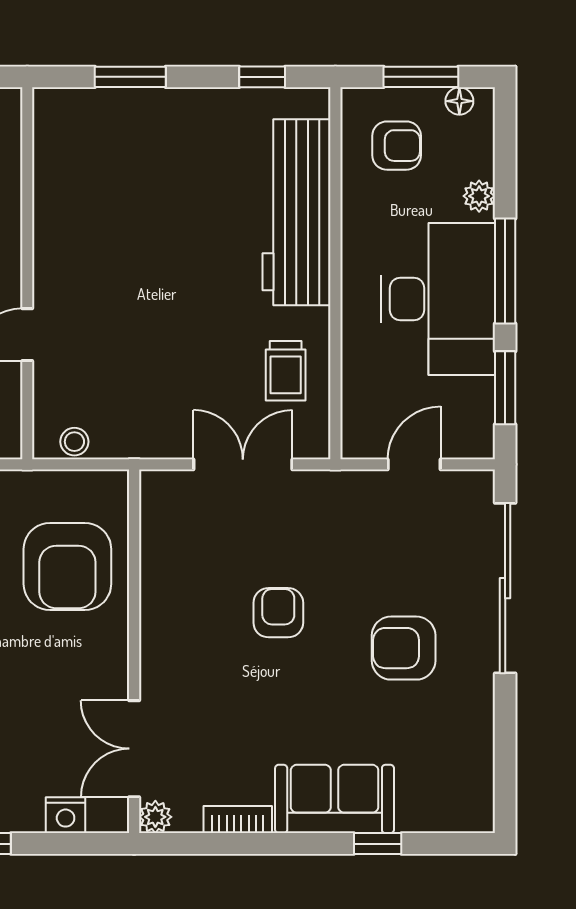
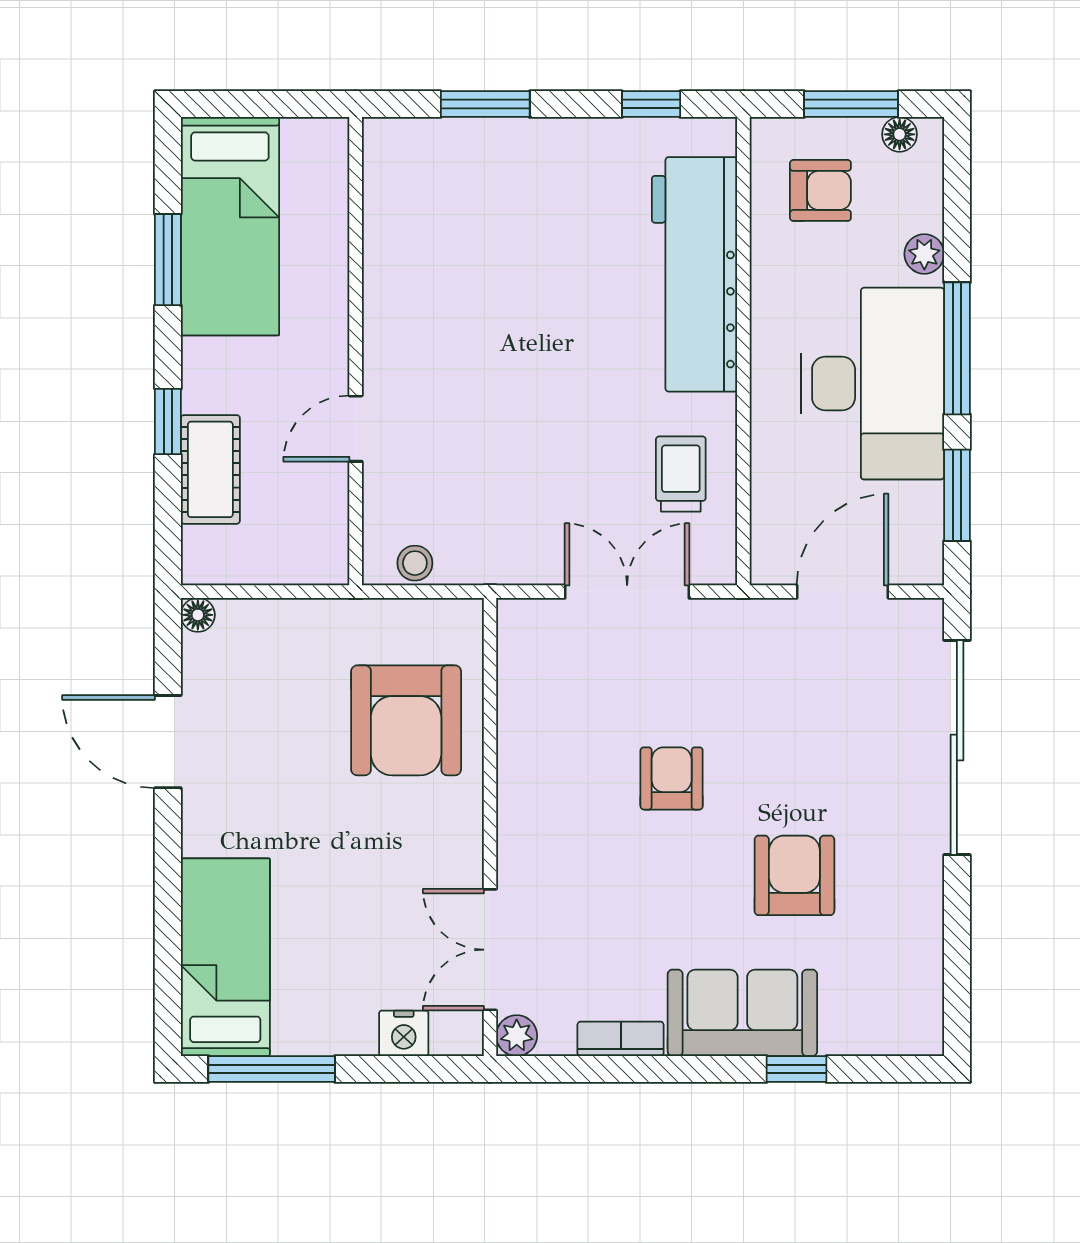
trolley: (286, 371) -> (681, 474), turned 180
door: (414, 464) -> (843, 592), width x1.38
armchair: (404, 648) -> (794, 875), moved, turned 90

